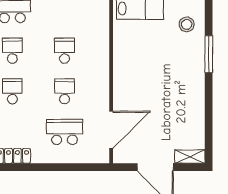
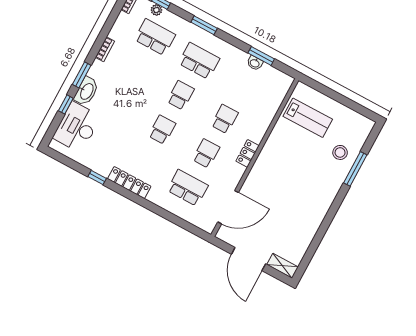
window: (209, 54) -> (355, 169), moved
locker: (102, 71) -> (247, 153), added

